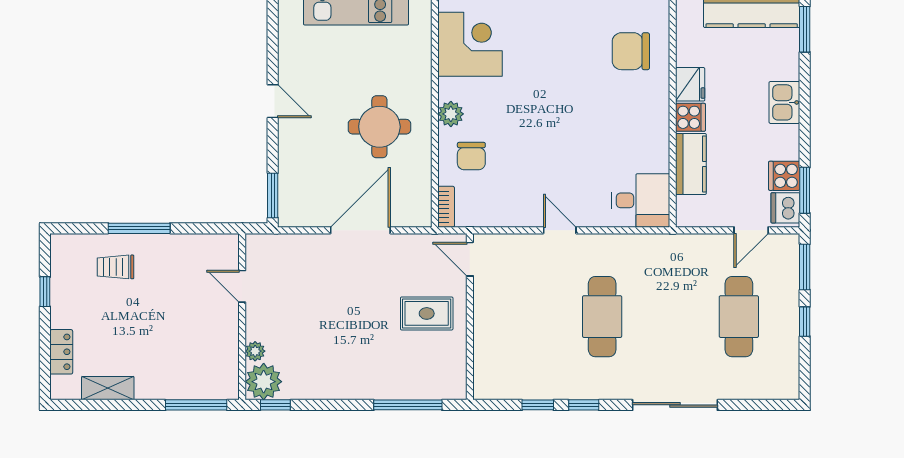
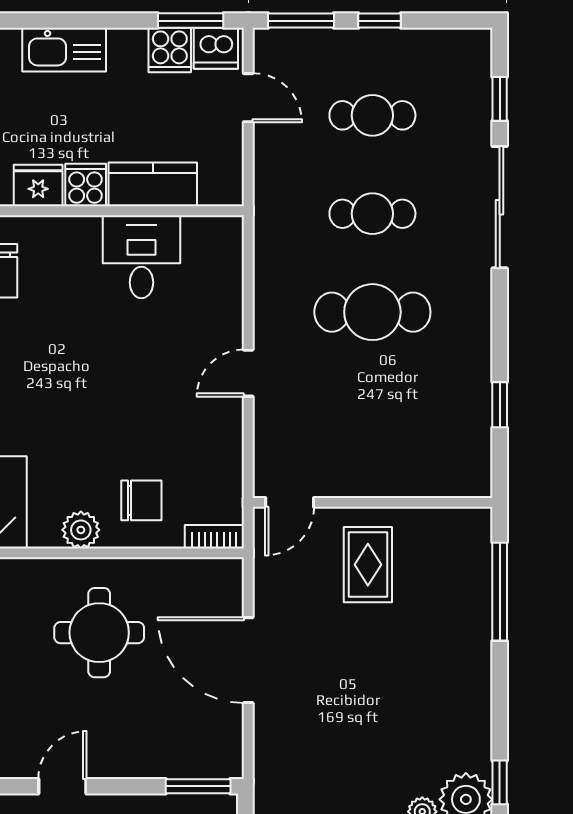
kitchen sink: (784, 102) -> (64, 50), width x1.38
desk: (641, 200) -> (141, 257), moved
cafe table: (670, 317) -> (372, 214), added
cafe table: (739, 317) -> (372, 115), width x0.73, depth x0.74
window: (584, 405) -> (500, 99), moved

